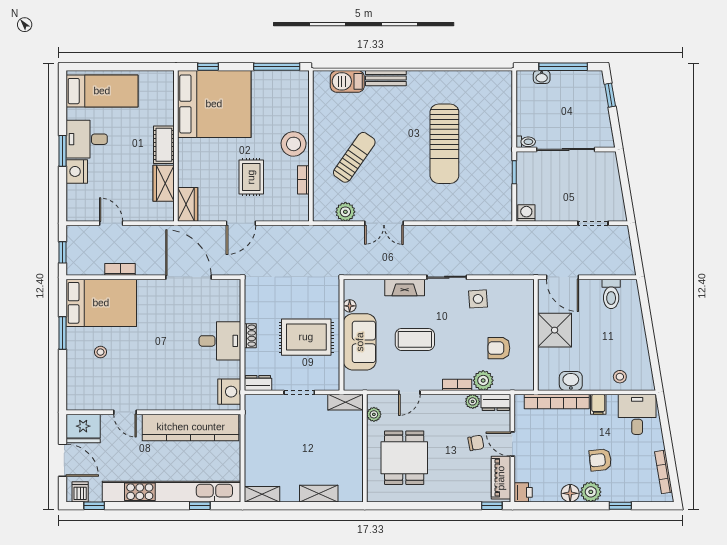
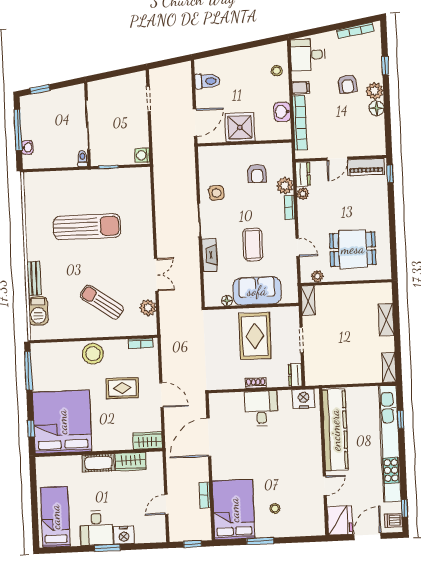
bookcase: (303, 180) -> (141, 343), moved
chair: (476, 443) -> (338, 189), removed
printer: (523, 492) -> (378, 148), removed

